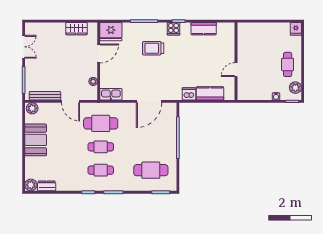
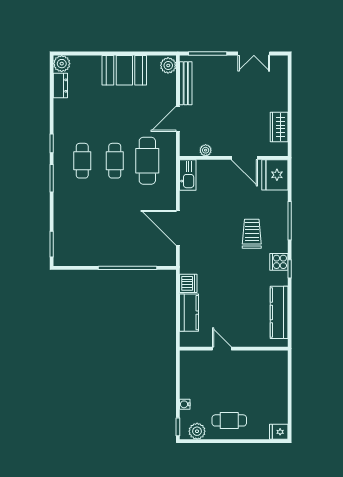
kitchen counter: (204, 29) -> (279, 312), width x1.50
cafe table: (151, 170) -> (82, 230), removed

